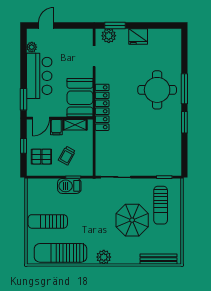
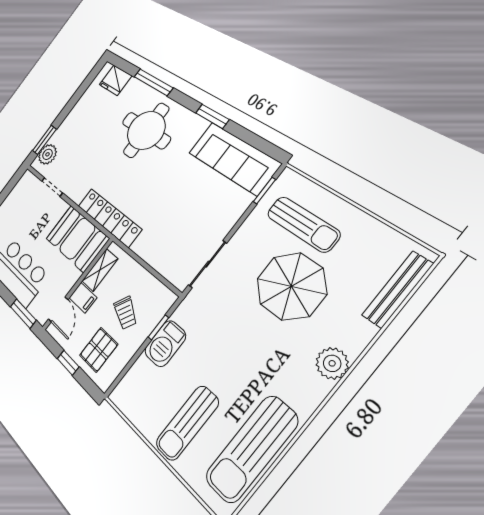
fridge: (138, 36) -> (115, 80), moved, turned 90
window: (184, 89) -> (153, 82), moved
sofa: (170, 150) -> (234, 158), added
plant: (104, 257) -> (332, 363), moved

